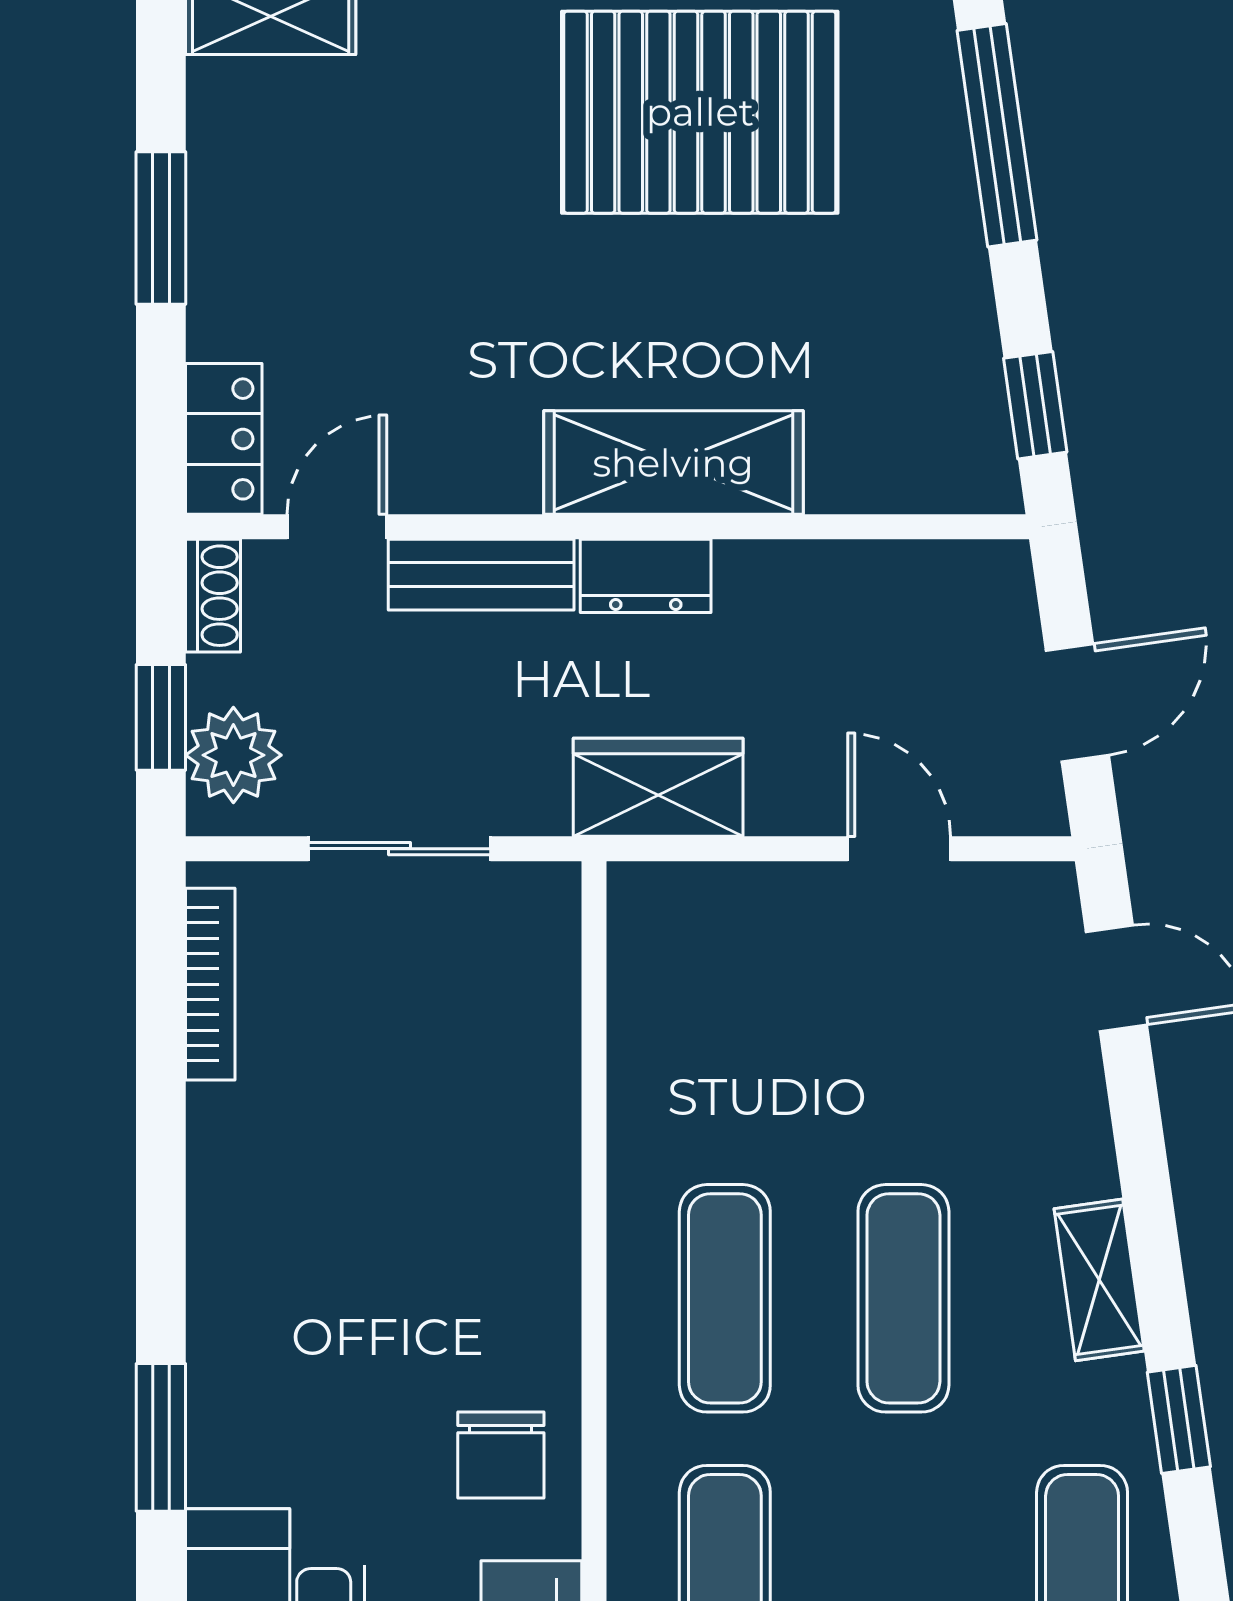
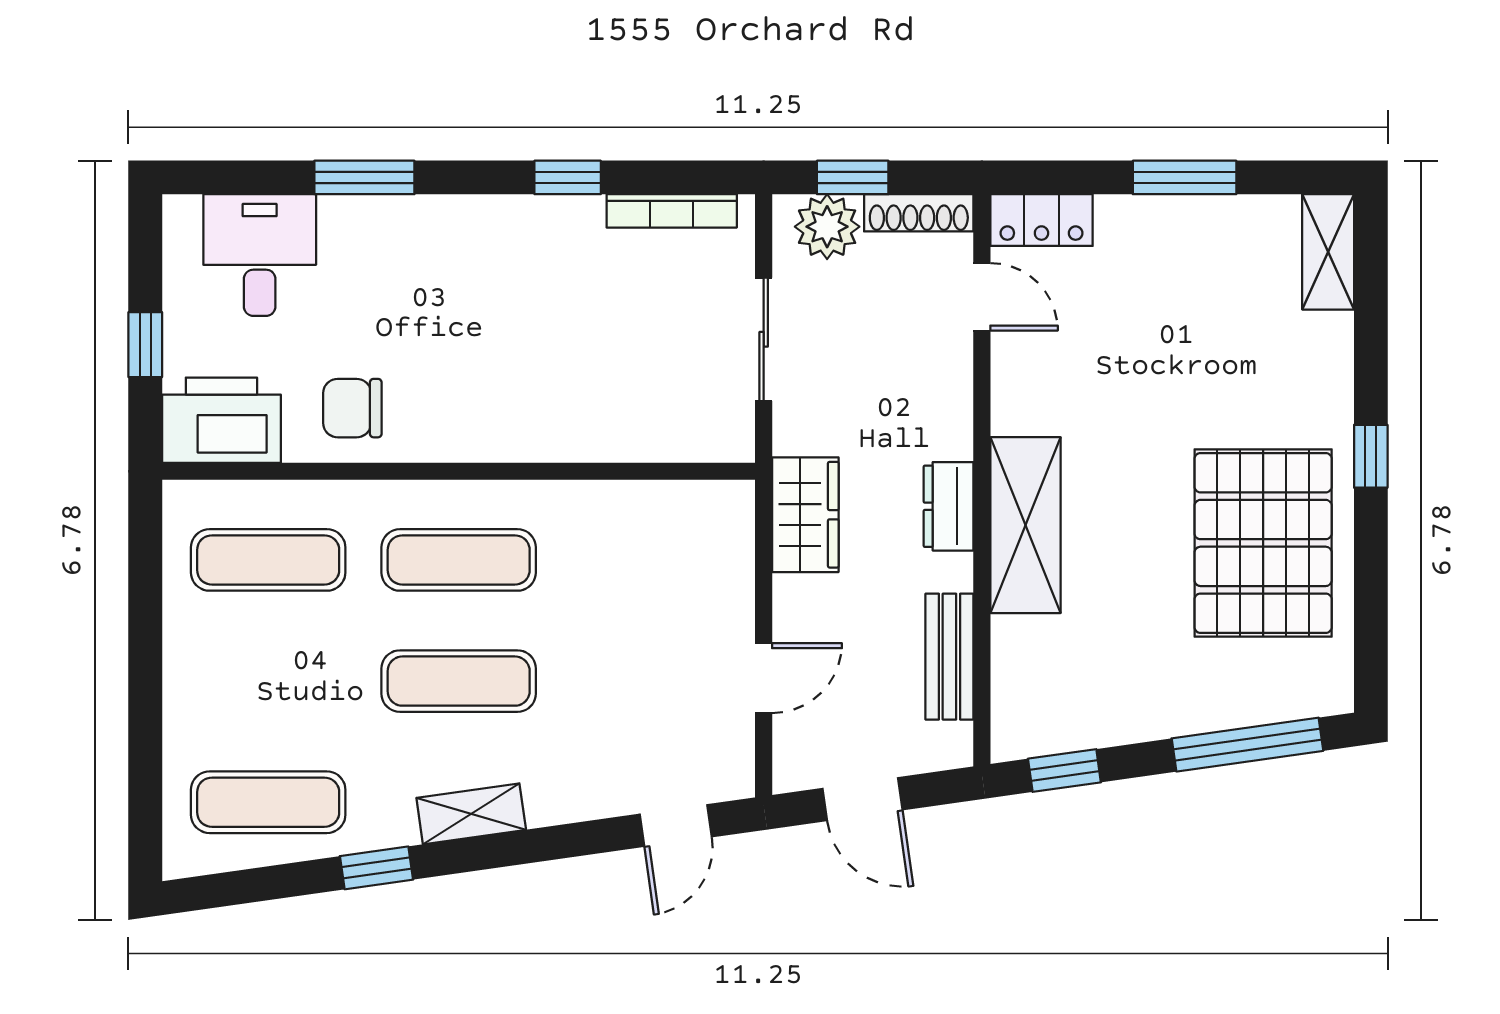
bench: (481, 575) -> (949, 657), moved
shoe rack: (213, 596) -> (919, 213), width x1.43
window: (161, 1138) -> (568, 177), added

